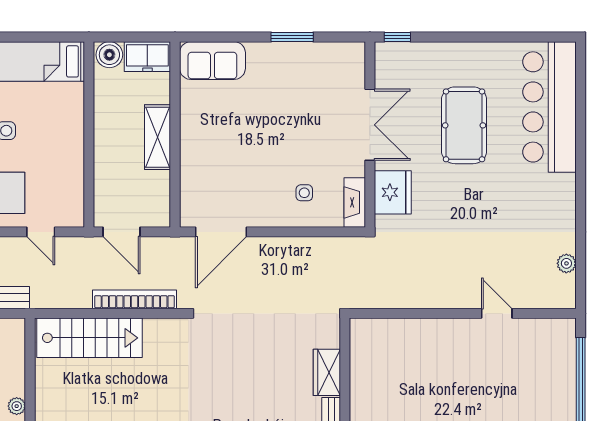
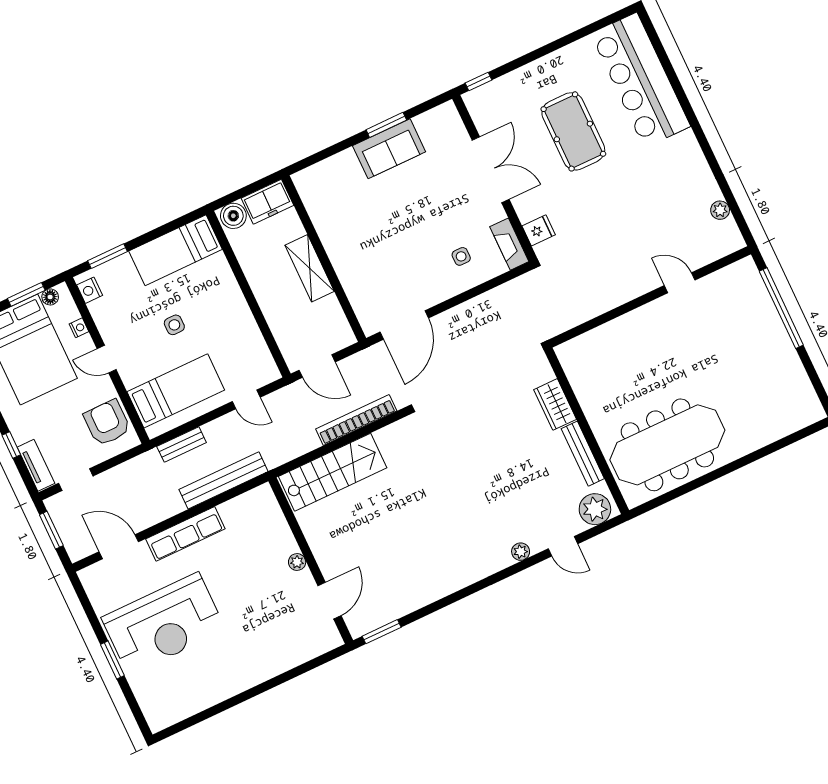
sofa: (212, 61) -> (389, 149), moved
fridge: (393, 192) -> (539, 230), width x0.53, depth x0.75

